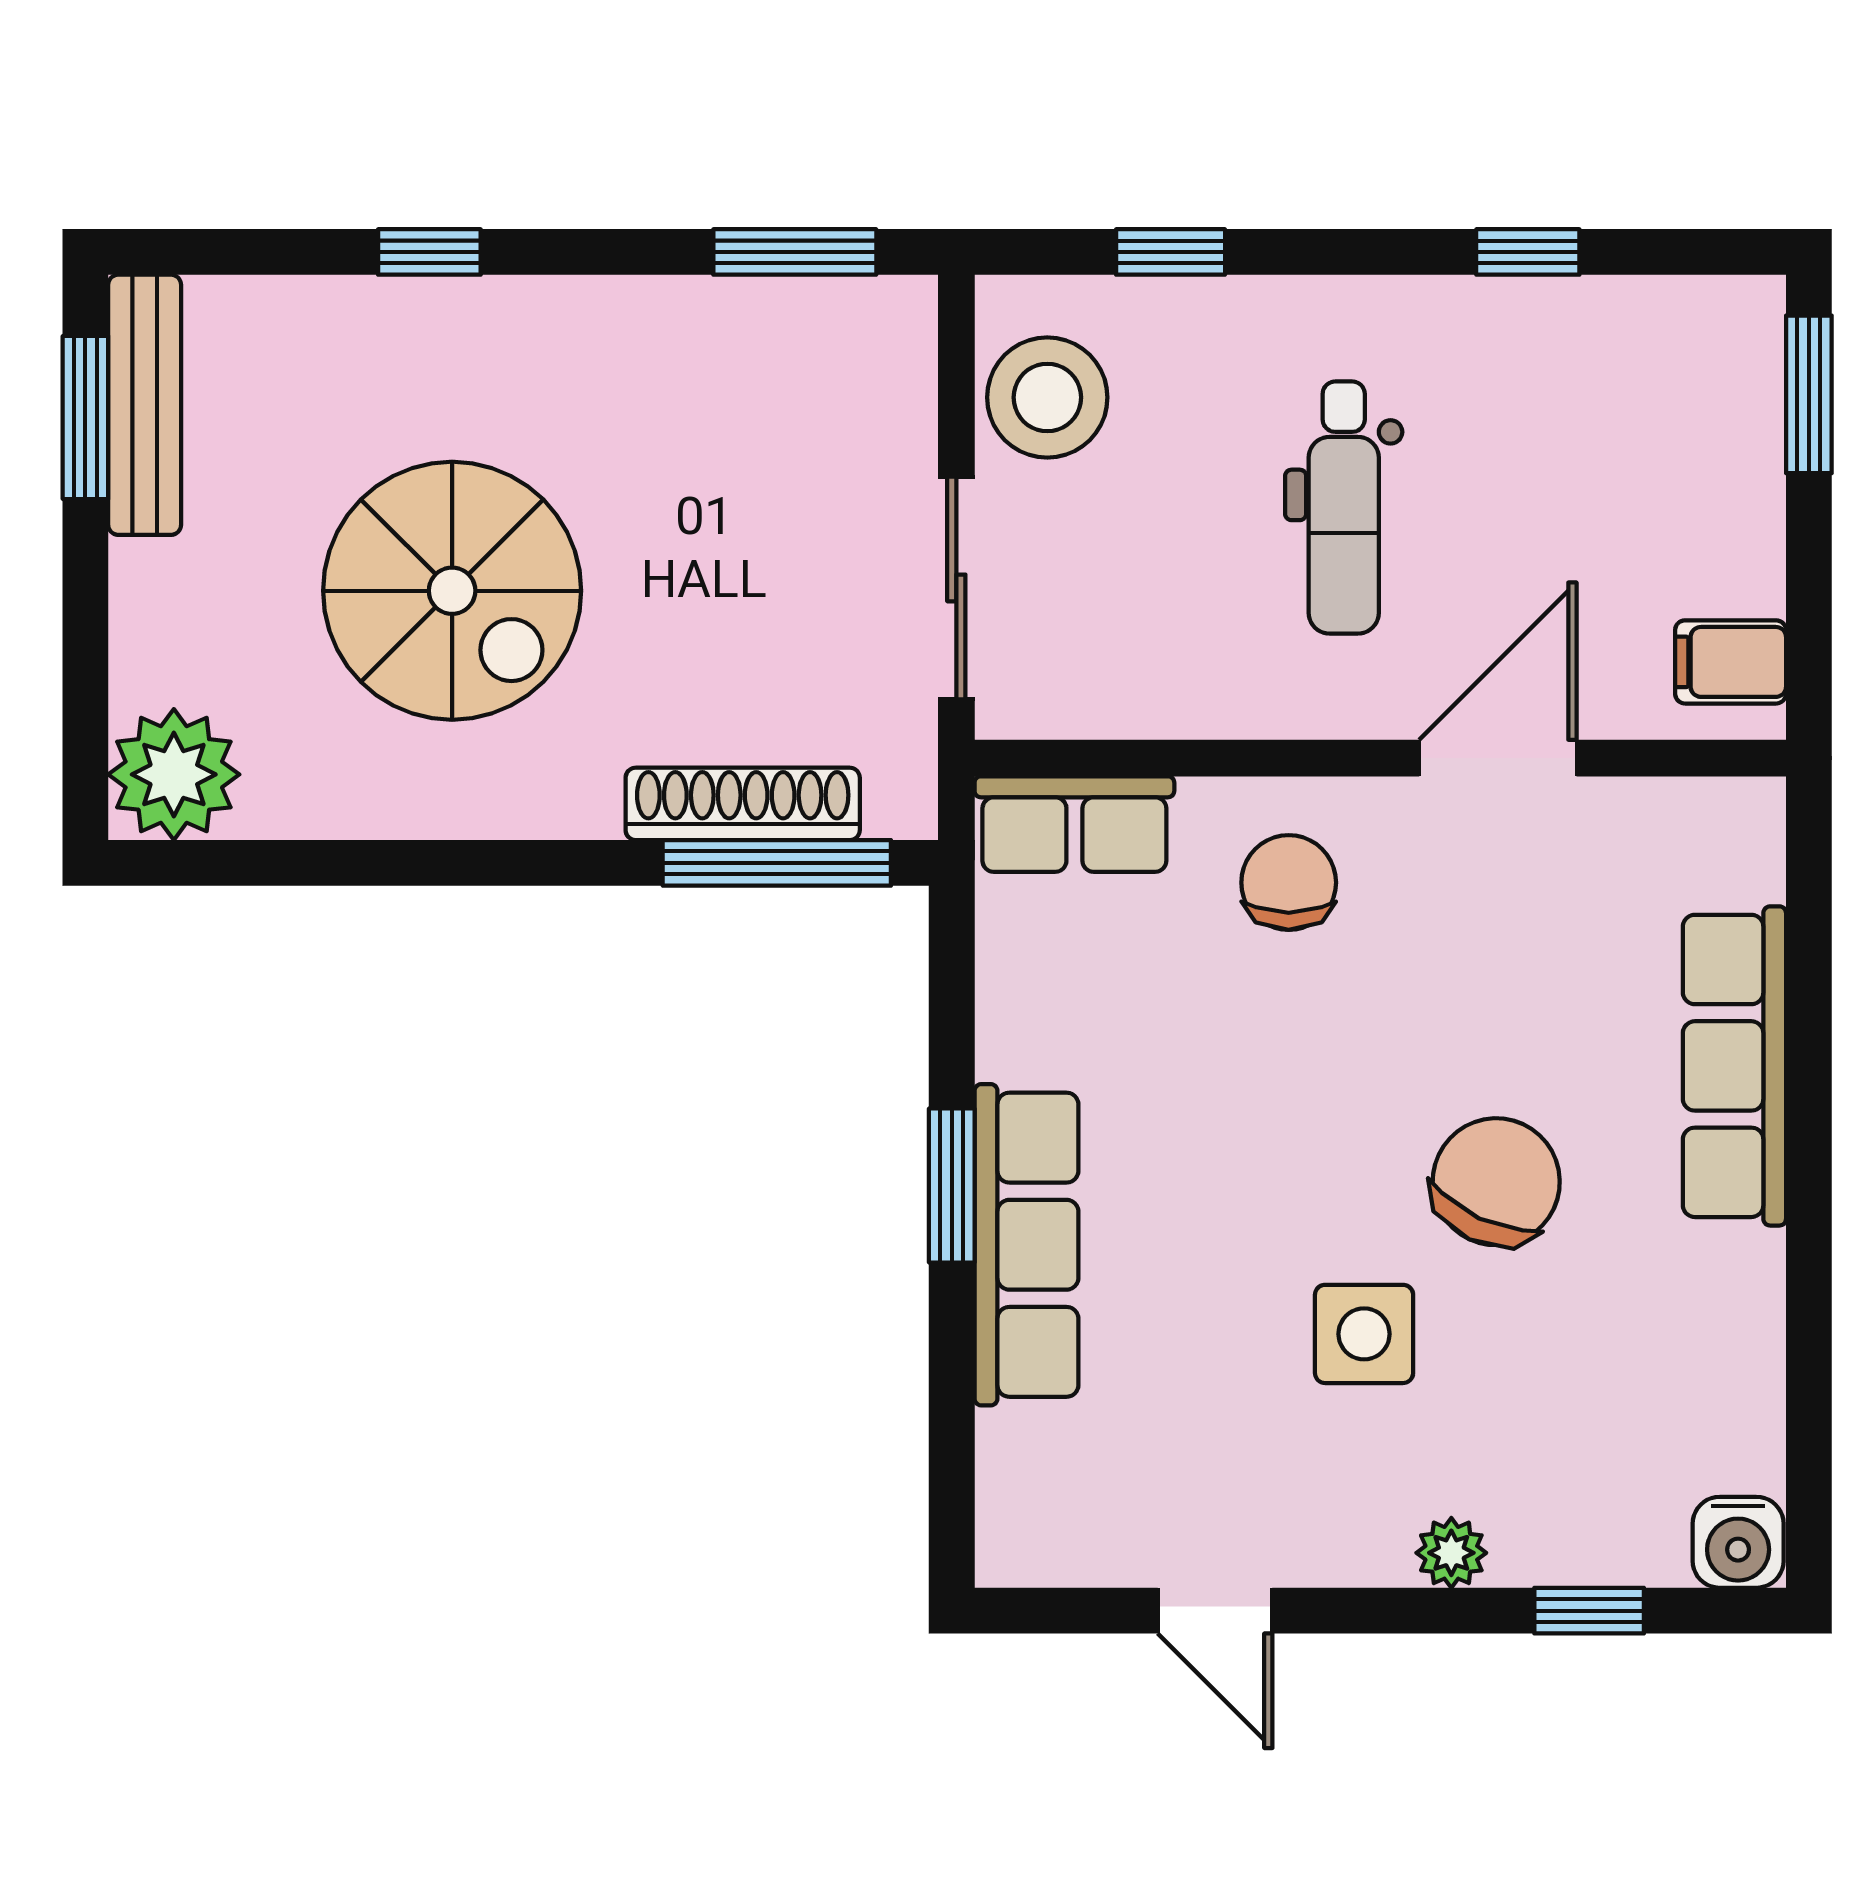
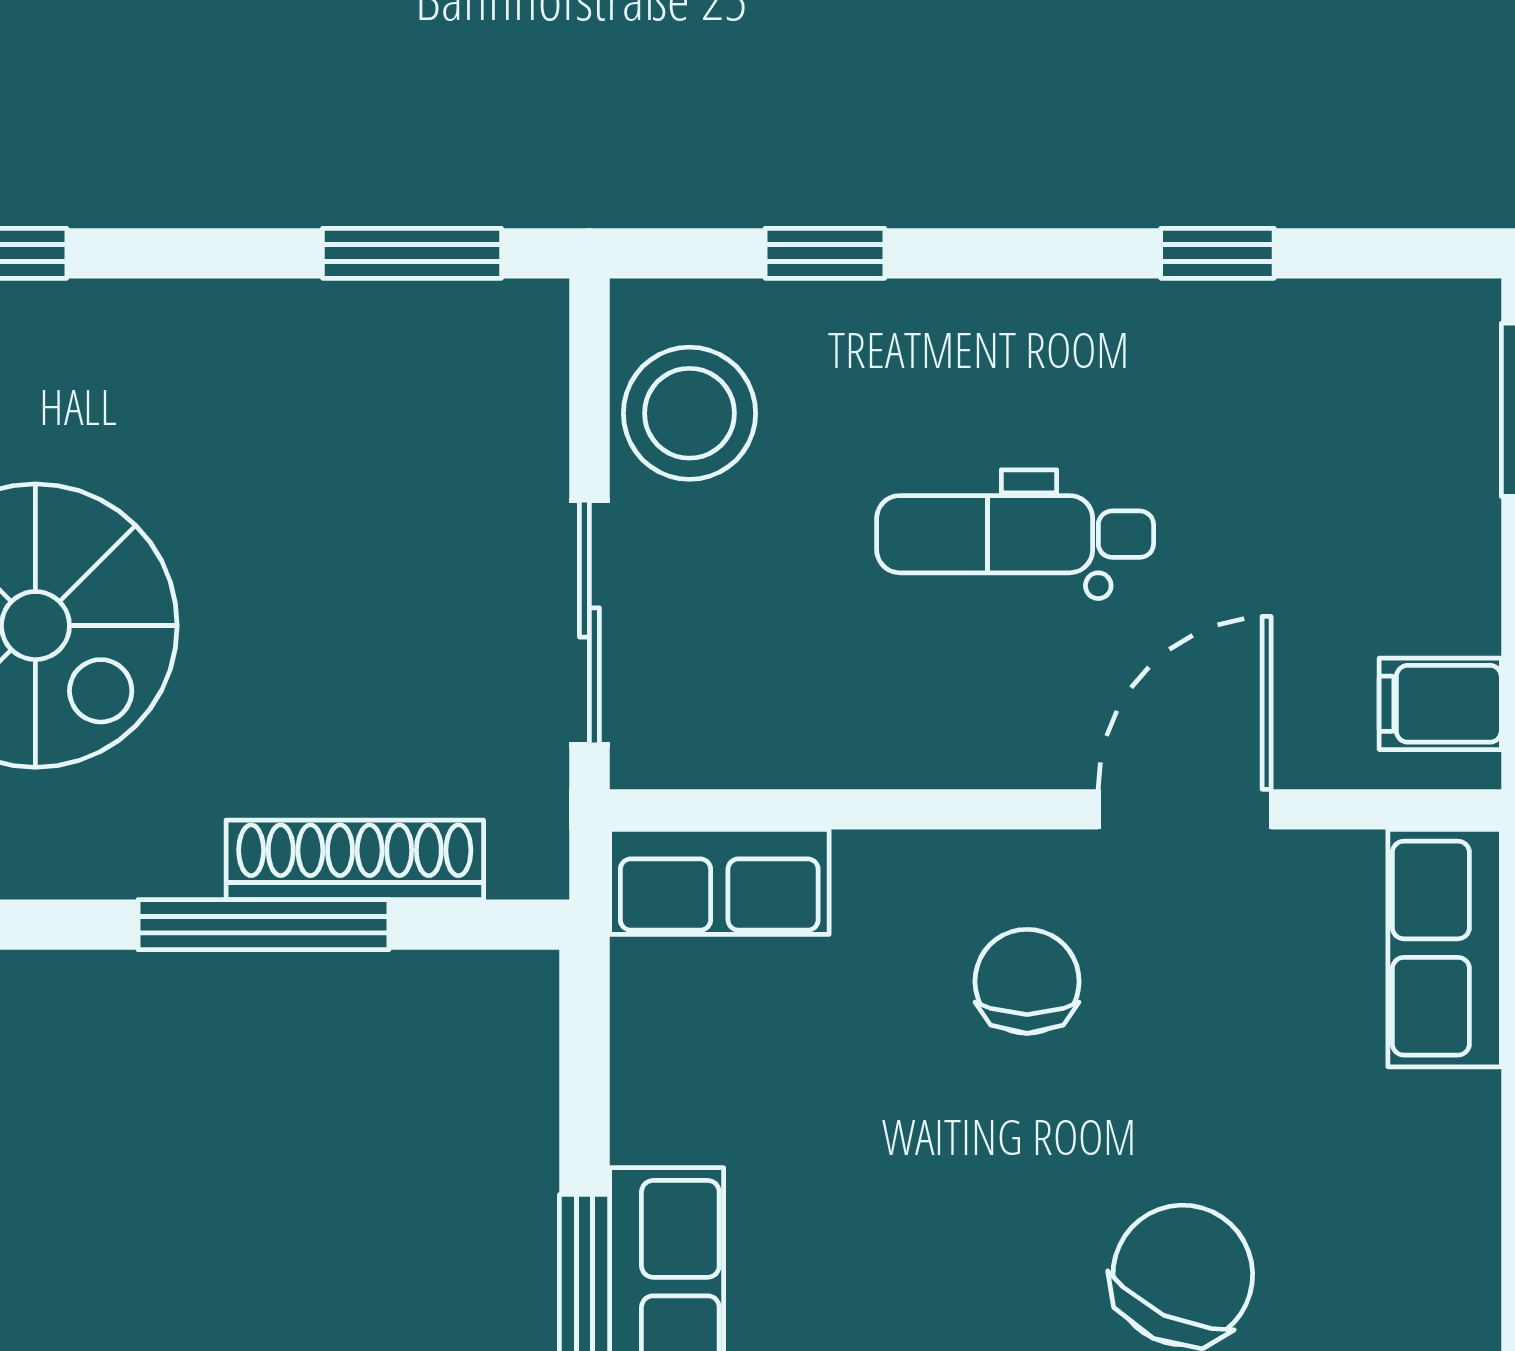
dental chair: (1344, 508) -> (1015, 534), turned 90
window: (777, 863) -> (264, 925), moved
chair: (1289, 883) -> (1027, 981), moved
row of seats: (1734, 1066) -> (1445, 948), moved, width x0.68

